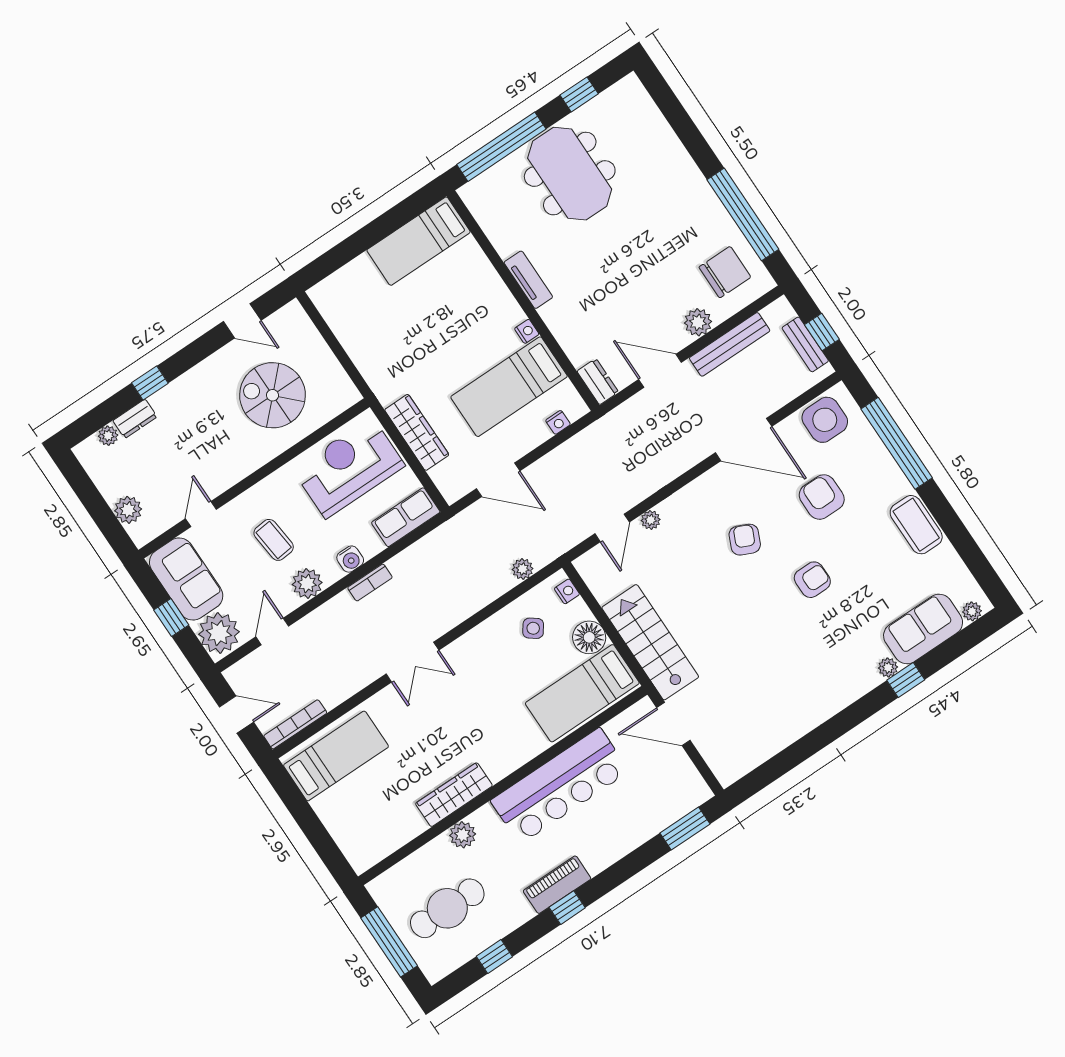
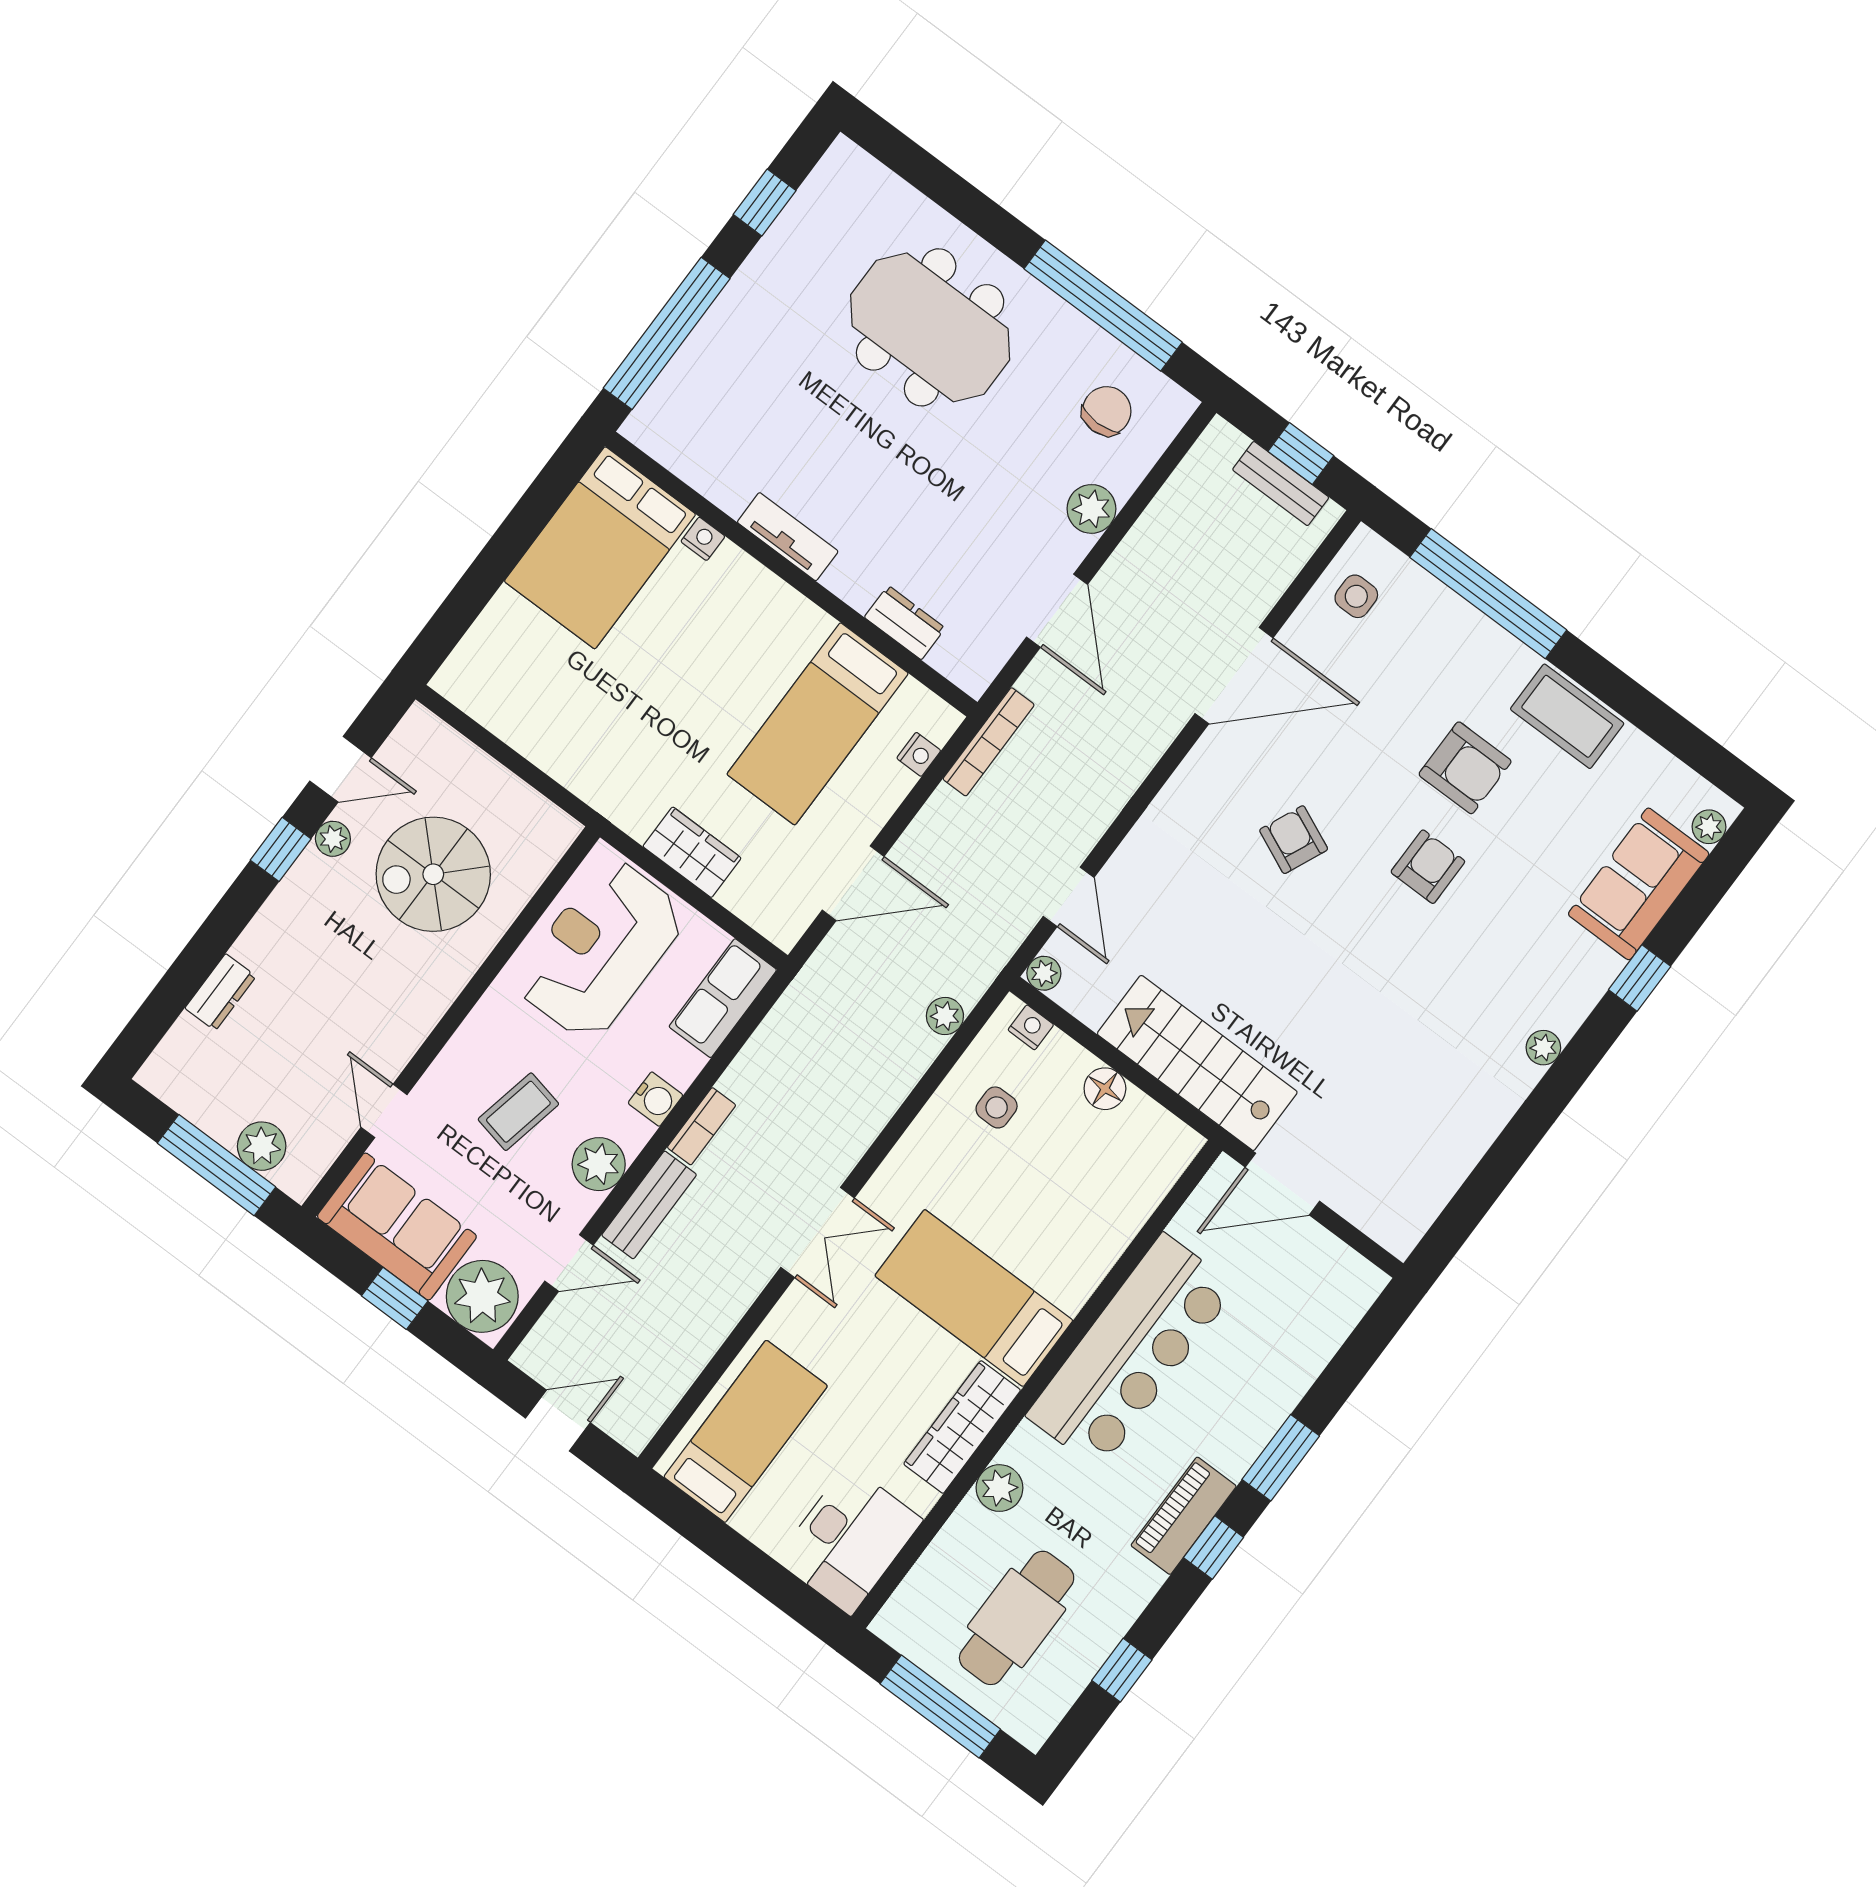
meeting table: (570, 174) -> (930, 327), moved
bed: (419, 241) -> (600, 548), width x1.50
chair: (725, 272) -> (1107, 411), width x0.73, depth x0.73
nightstand: (527, 331) -> (703, 539), moved
bench: (730, 344) -> (649, 1205), moved, width x0.73
door: (660, 371) -> (1057, 611), swing flipped
dresser: (598, 382) -> (905, 623), moved
window: (150, 383) -> (281, 849), moved
side table: (825, 420) -> (1356, 596), width x0.54, depth x0.54
wardrobe: (417, 432) -> (692, 852), width x0.67
plant: (108, 436) -> (333, 839), moved
armchair: (822, 497) -> (1465, 768), moved, turned 180
window: (100, 512) -> (216, 1165), added
plant: (651, 520) -> (1044, 973), moved
coffee table: (274, 540) -> (518, 1112), turned -72
side table: (533, 628) -> (997, 1107), turned -36
door: (272, 631) -> (569, 1263), swing flipped
floor lamp: (589, 637) -> (1105, 1089), width x0.73, depth x0.73
plant: (888, 668) -> (1543, 1048), moved
bed: (582, 693) -> (974, 1298), moved, turned 90
bookcase: (295, 724) -> (989, 742), moved, turned 180
window: (685, 828) -> (1281, 1458), moved
desk: (372, 834) -> (849, 1540), added

